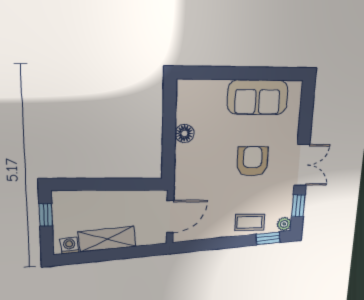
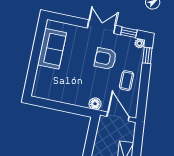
floor lamp: (184, 133) -> (95, 104), moved
armchair: (252, 161) -> (105, 59), moved
coffee table: (250, 222) -> (127, 81), moved

